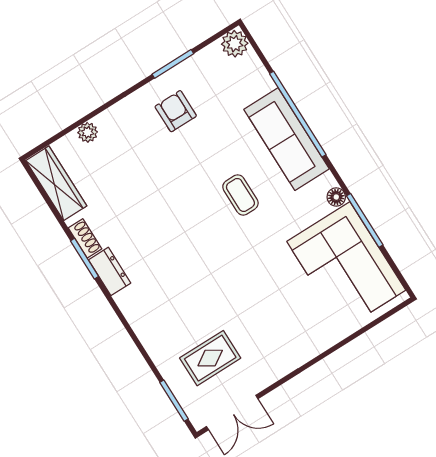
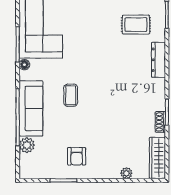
plant: (235, 44) -> (27, 145), moved
dresser: (110, 271) -> (159, 60), moved, width x1.44

